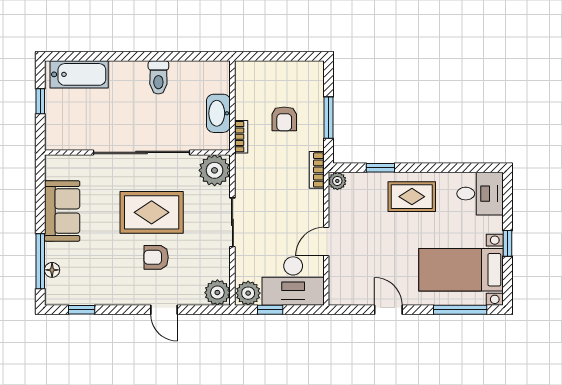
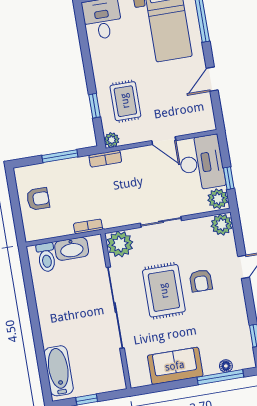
toilet: (158, 77) -> (46, 257), moved, turned 90
armchair: (284, 119) -> (38, 199), moved
rug: (412, 197) -> (125, 101), moved

